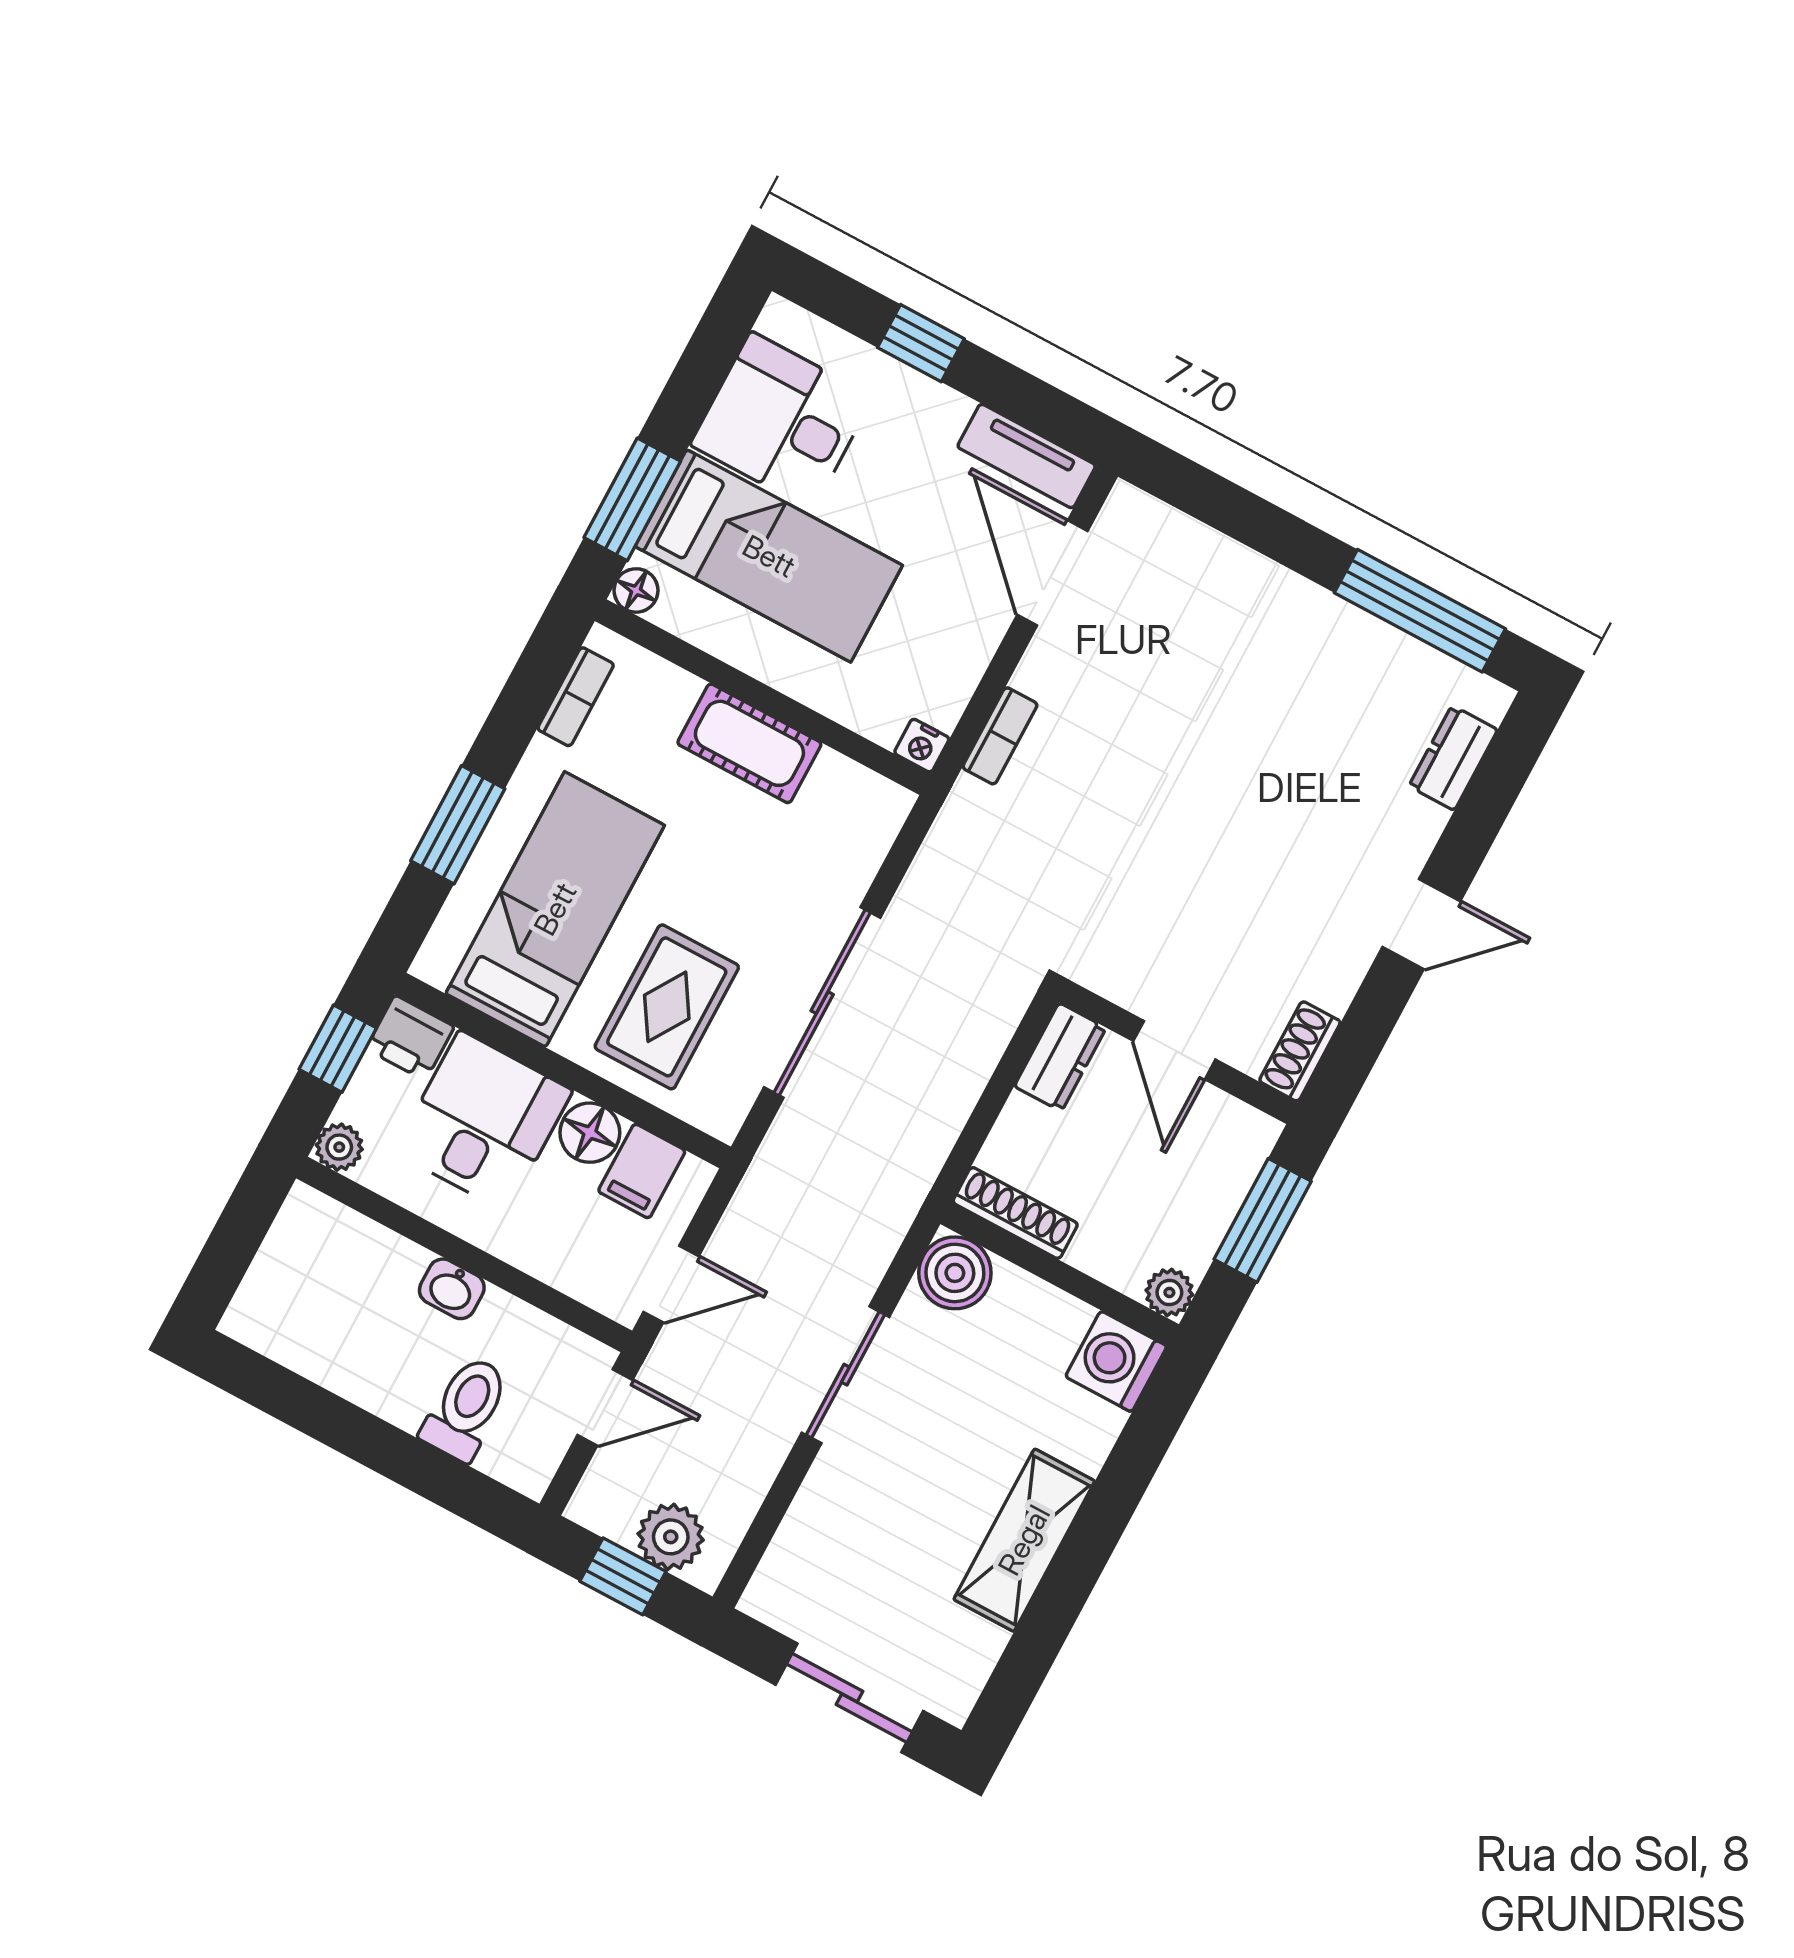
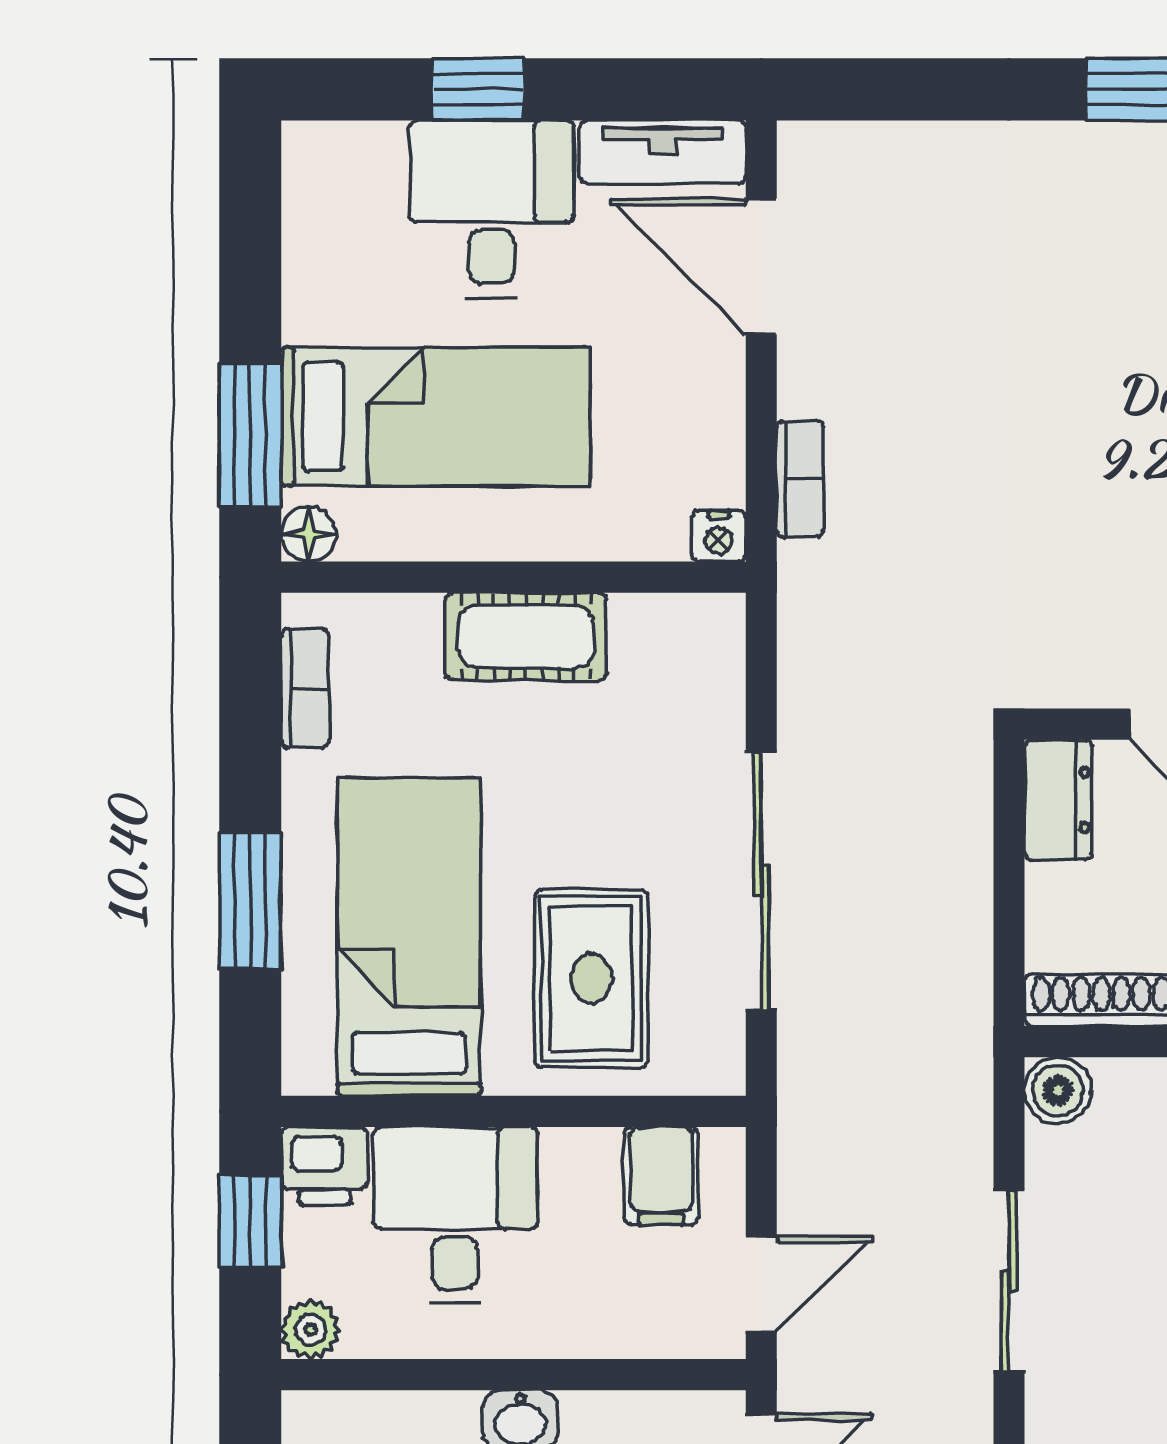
desk: (782, 421) -> (492, 209), moved, turned 90
floor lamp: (590, 1133) -> (581, 1164), removed
boiler: (955, 1273) -> (1058, 1090), width x0.73, depth x0.73

